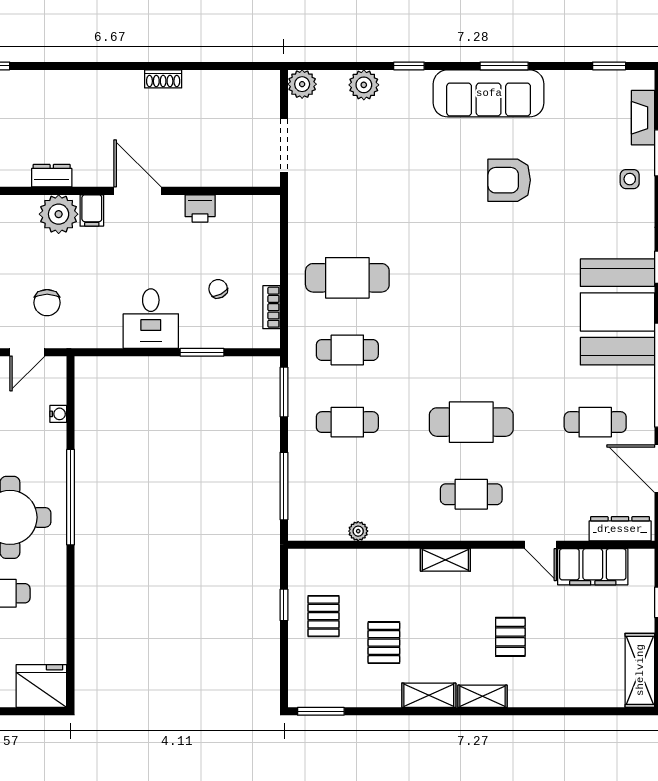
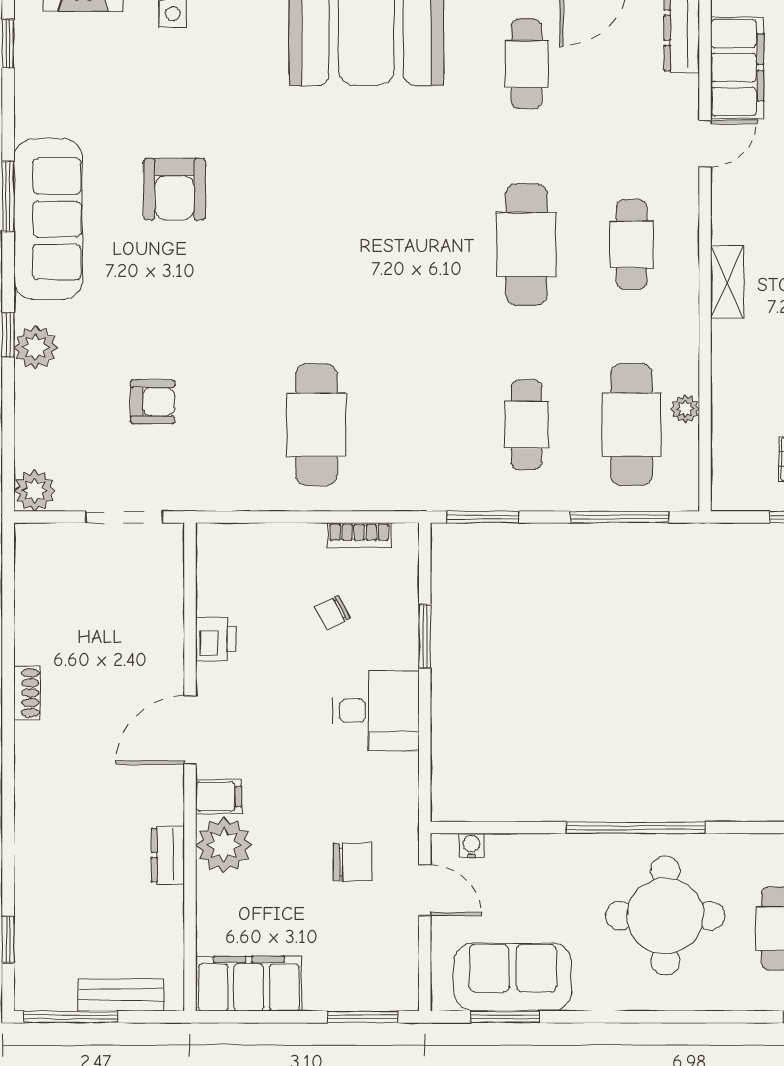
plant: (364, 85) -> (36, 347), moved
armchair: (363, 165) -> (153, 402), added
cafe table: (347, 350) -> (632, 425), moved, width x1.37, depth x1.35
water cooler: (58, 414) -> (471, 845), moved

